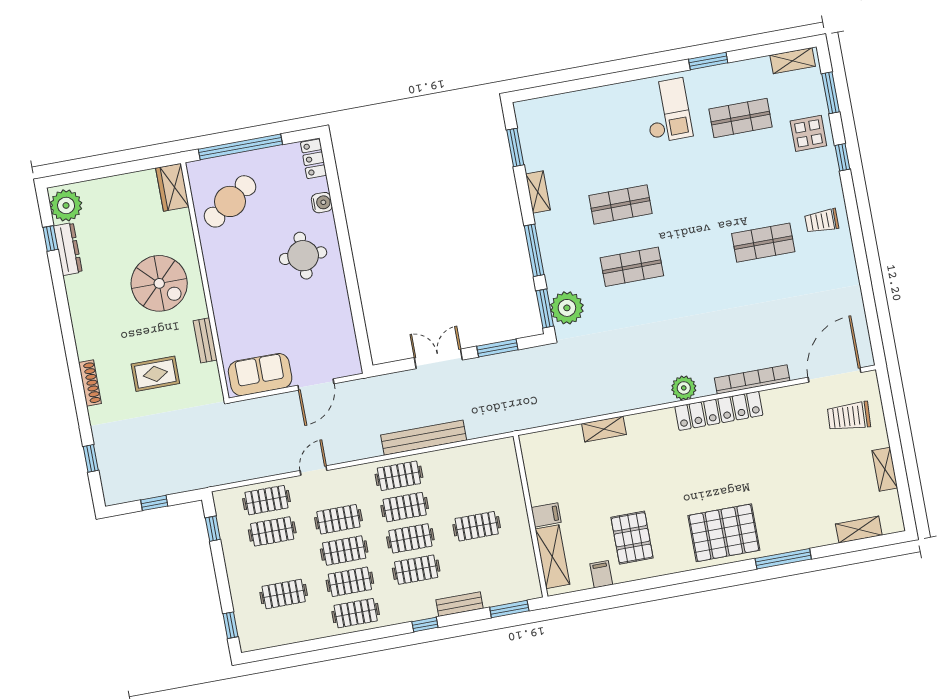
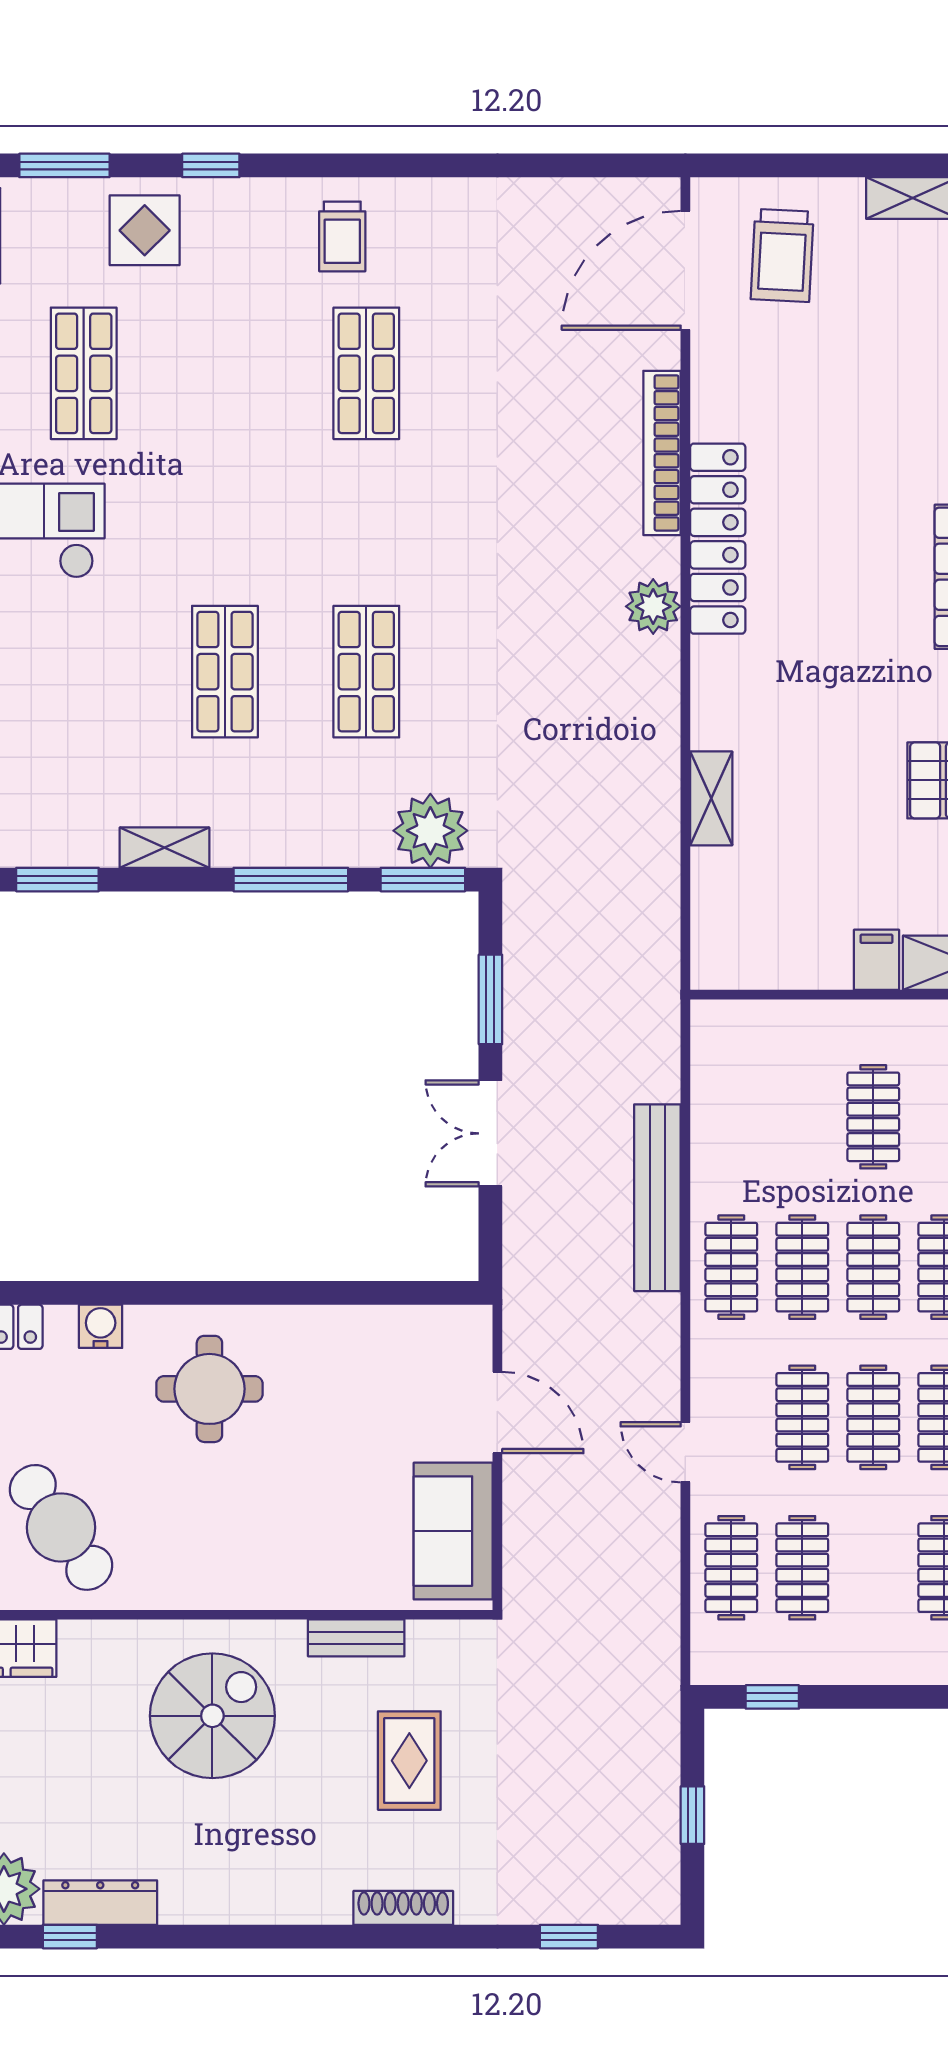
door: (835, 375) -> (685, 270), hinge flipped

